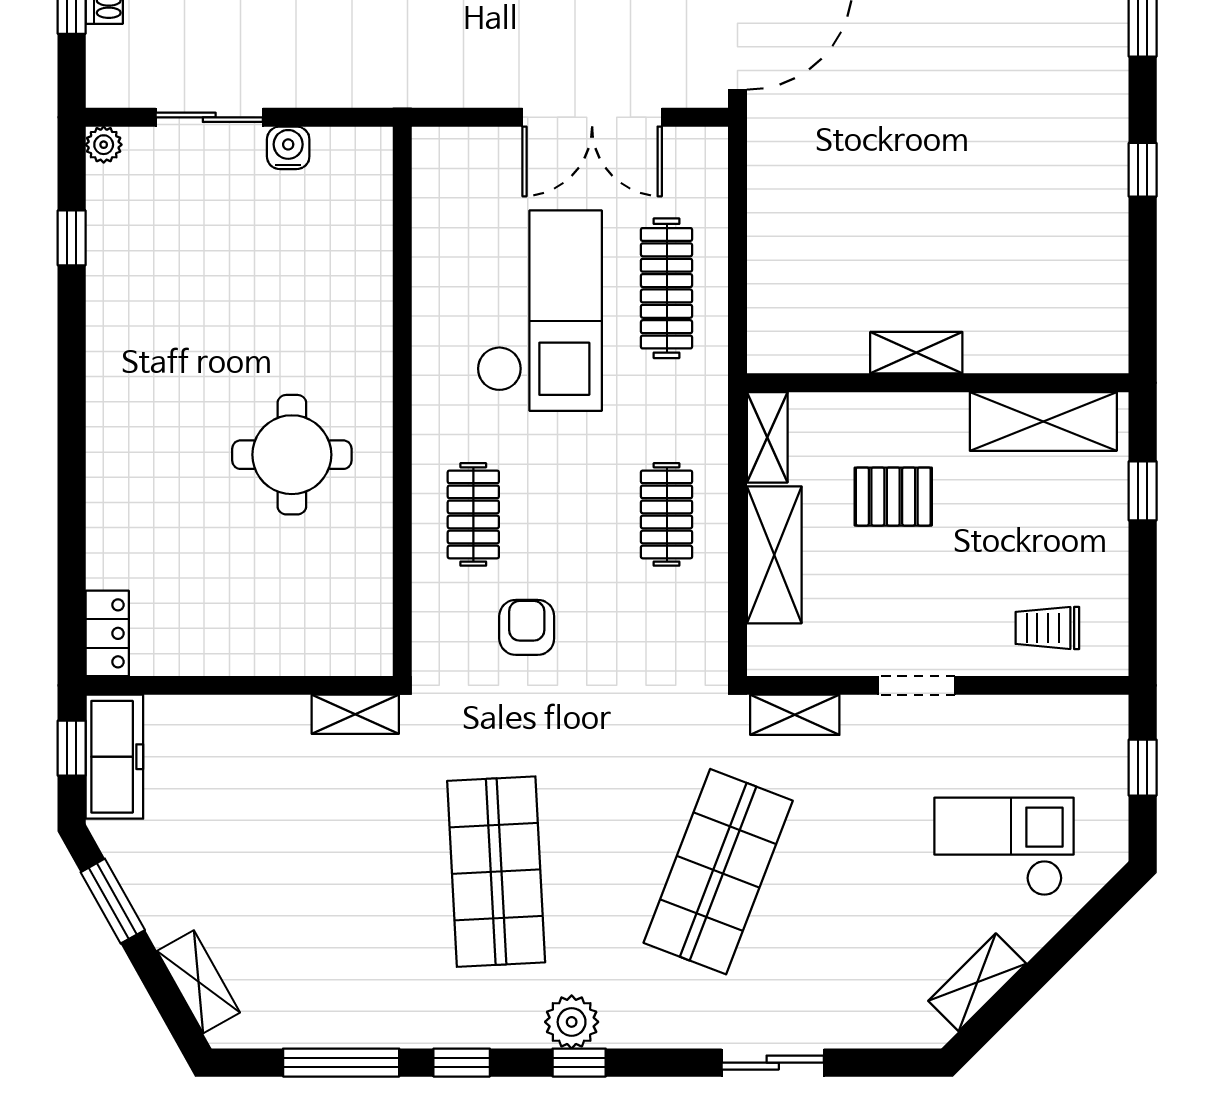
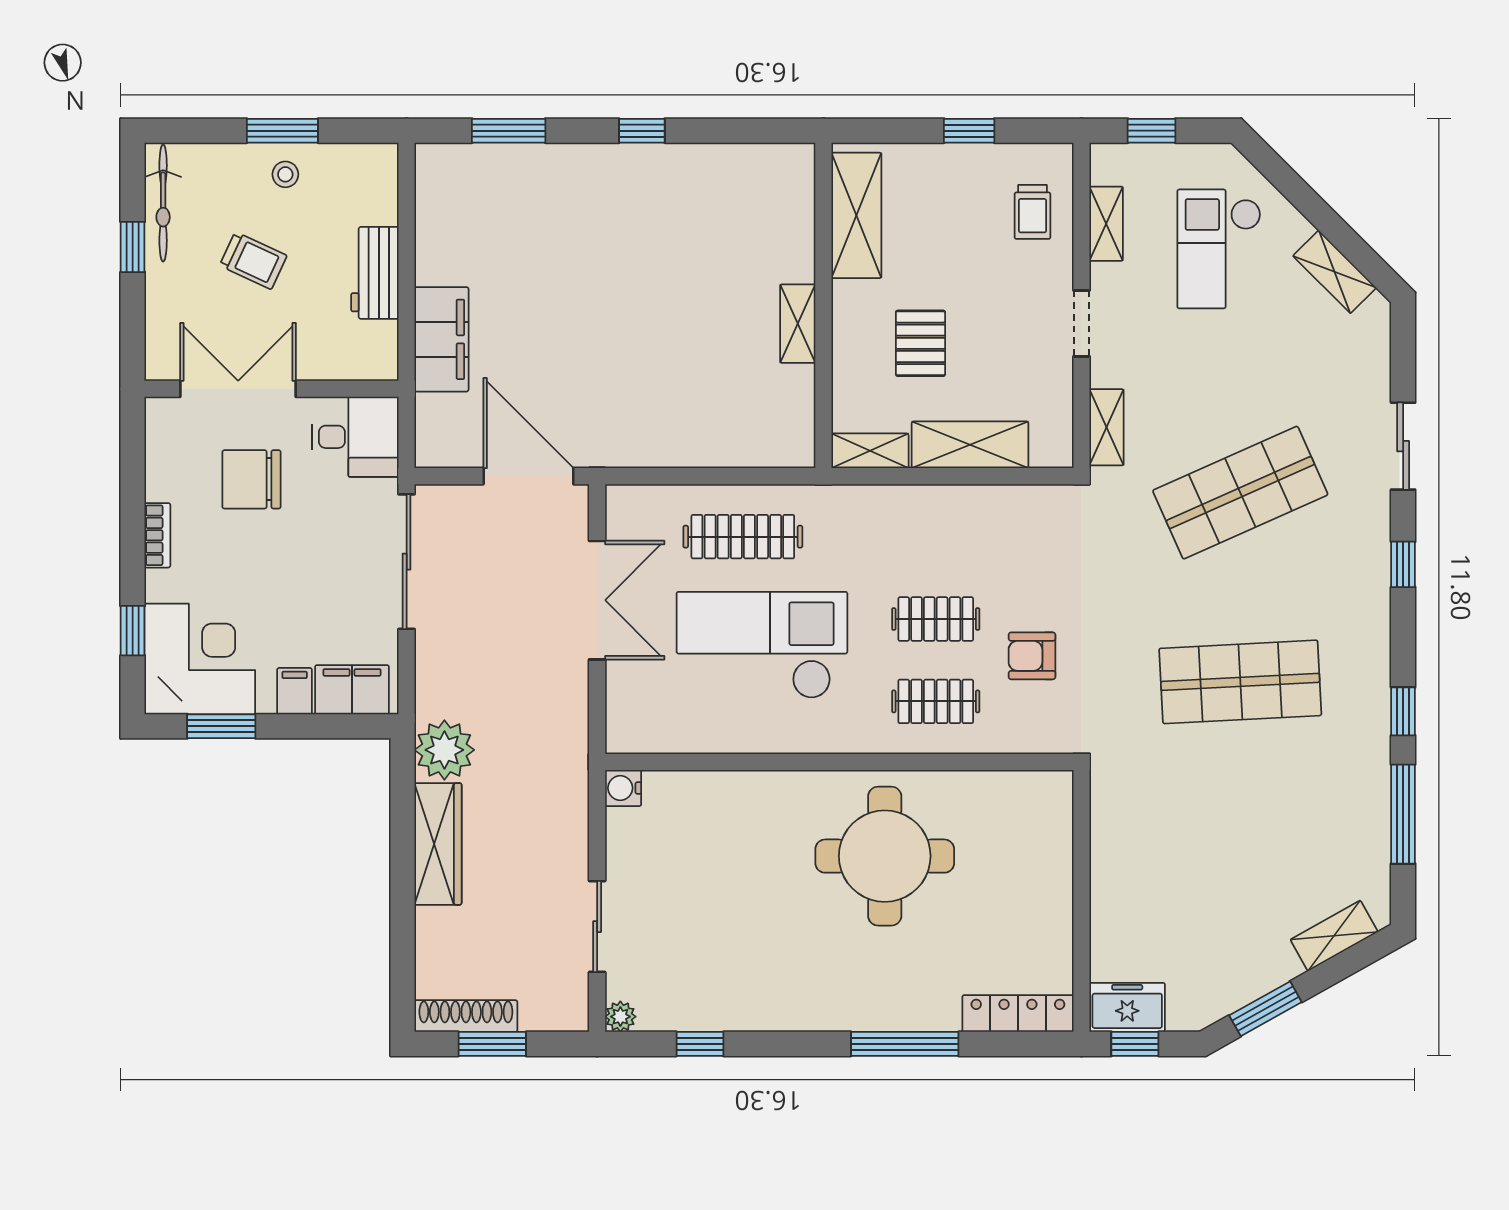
water cooler: (288, 148) -> (623, 788), moved
round table: (292, 455) -> (885, 856), width x1.36, depth x1.36
window: (72, 478) -> (905, 1044), added
window: (1143, 491) -> (969, 131), moved
clothes rail: (667, 514) -> (936, 619), moved
locker: (107, 633) -> (1018, 1014), width x1.53
shelving: (355, 714) -> (1106, 224), moved
freezer: (114, 757) -> (1127, 1007), width x0.71
shop shelf: (718, 872) -> (1240, 493), turned -45
plant: (572, 1022) -> (1368, 618), removed
window: (579, 1063) -> (1403, 564), moved

